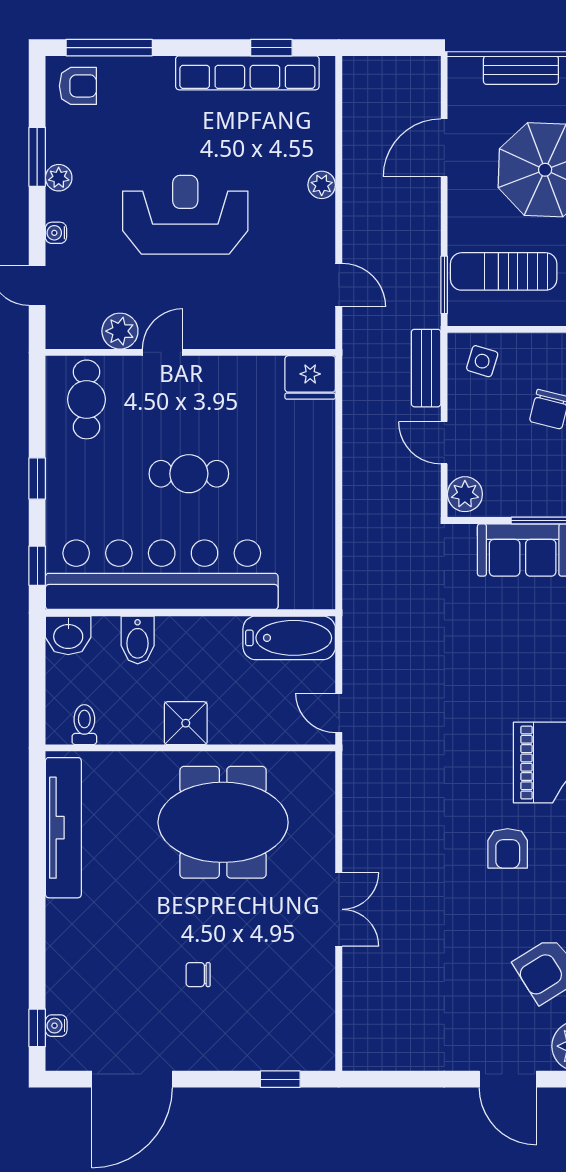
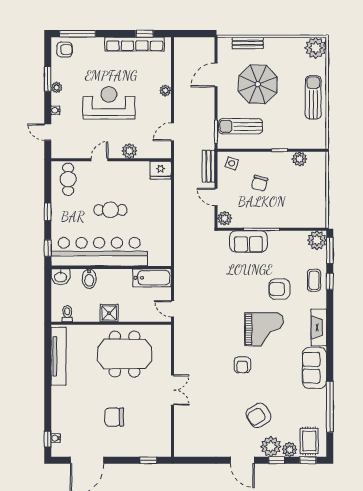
door: (339, 285) -> (172, 132), swing flipped
plant: (120, 331) -> (129, 151), moved
chair: (198, 975) -> (114, 417), width x1.87, depth x1.87

